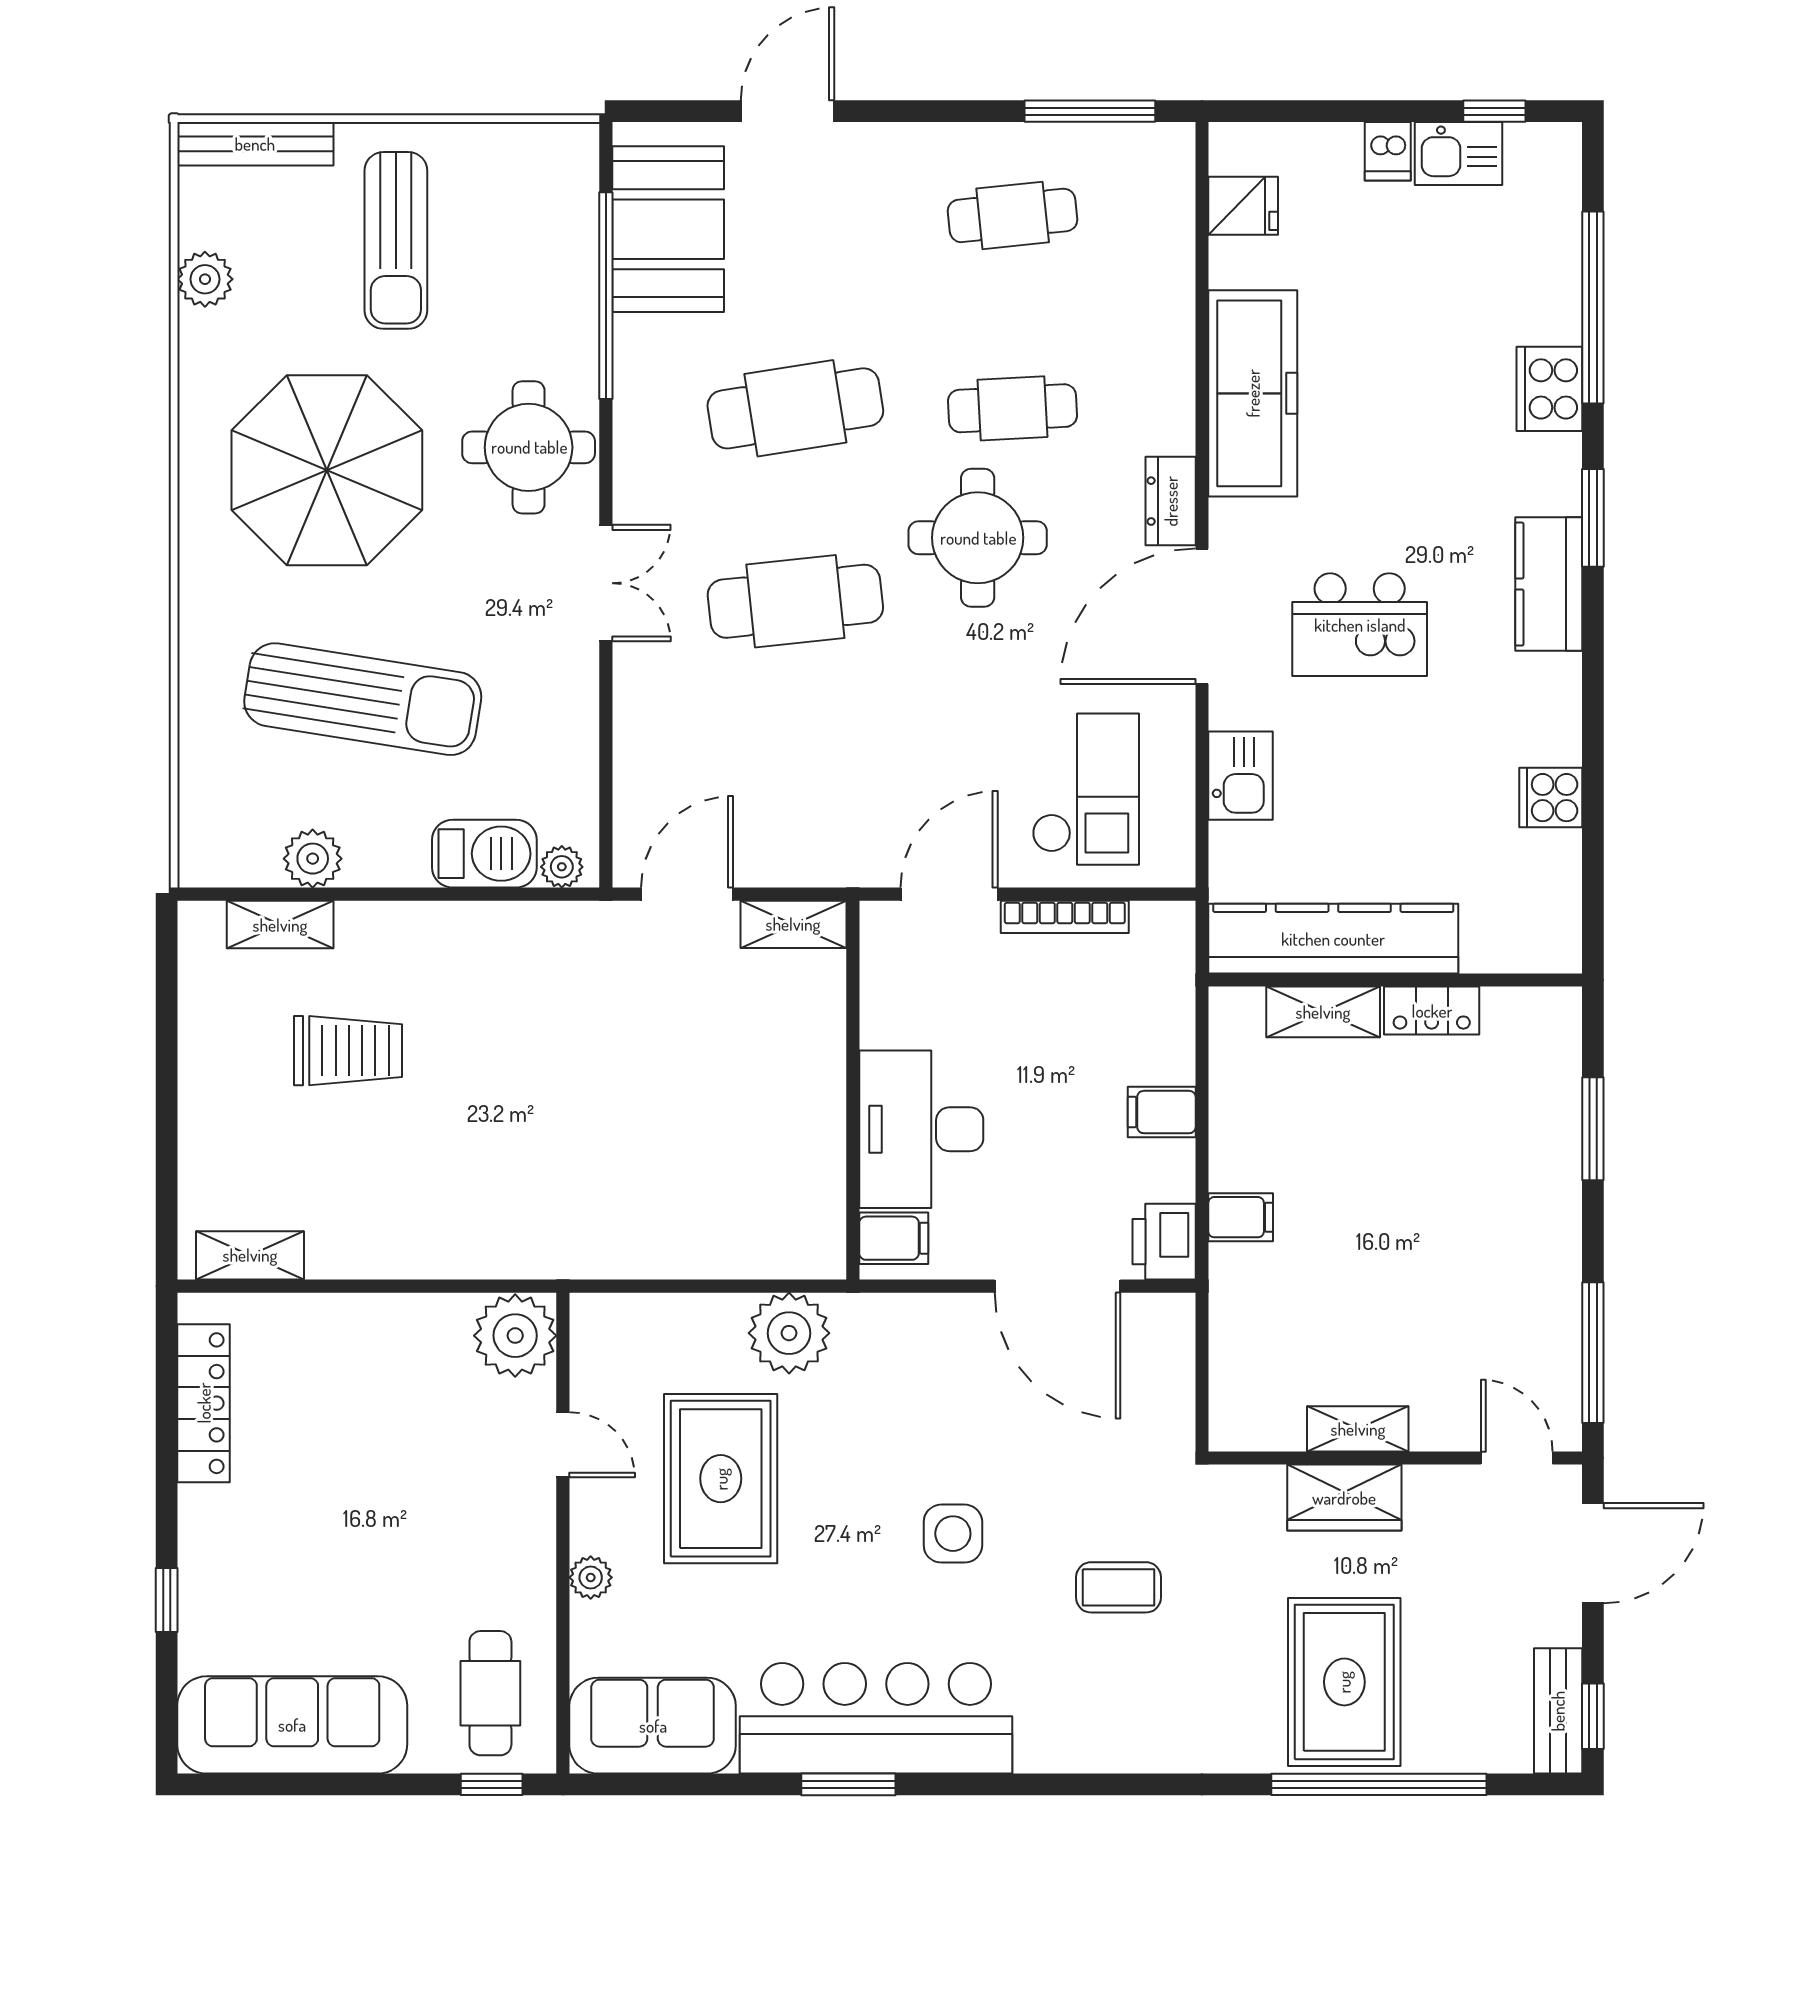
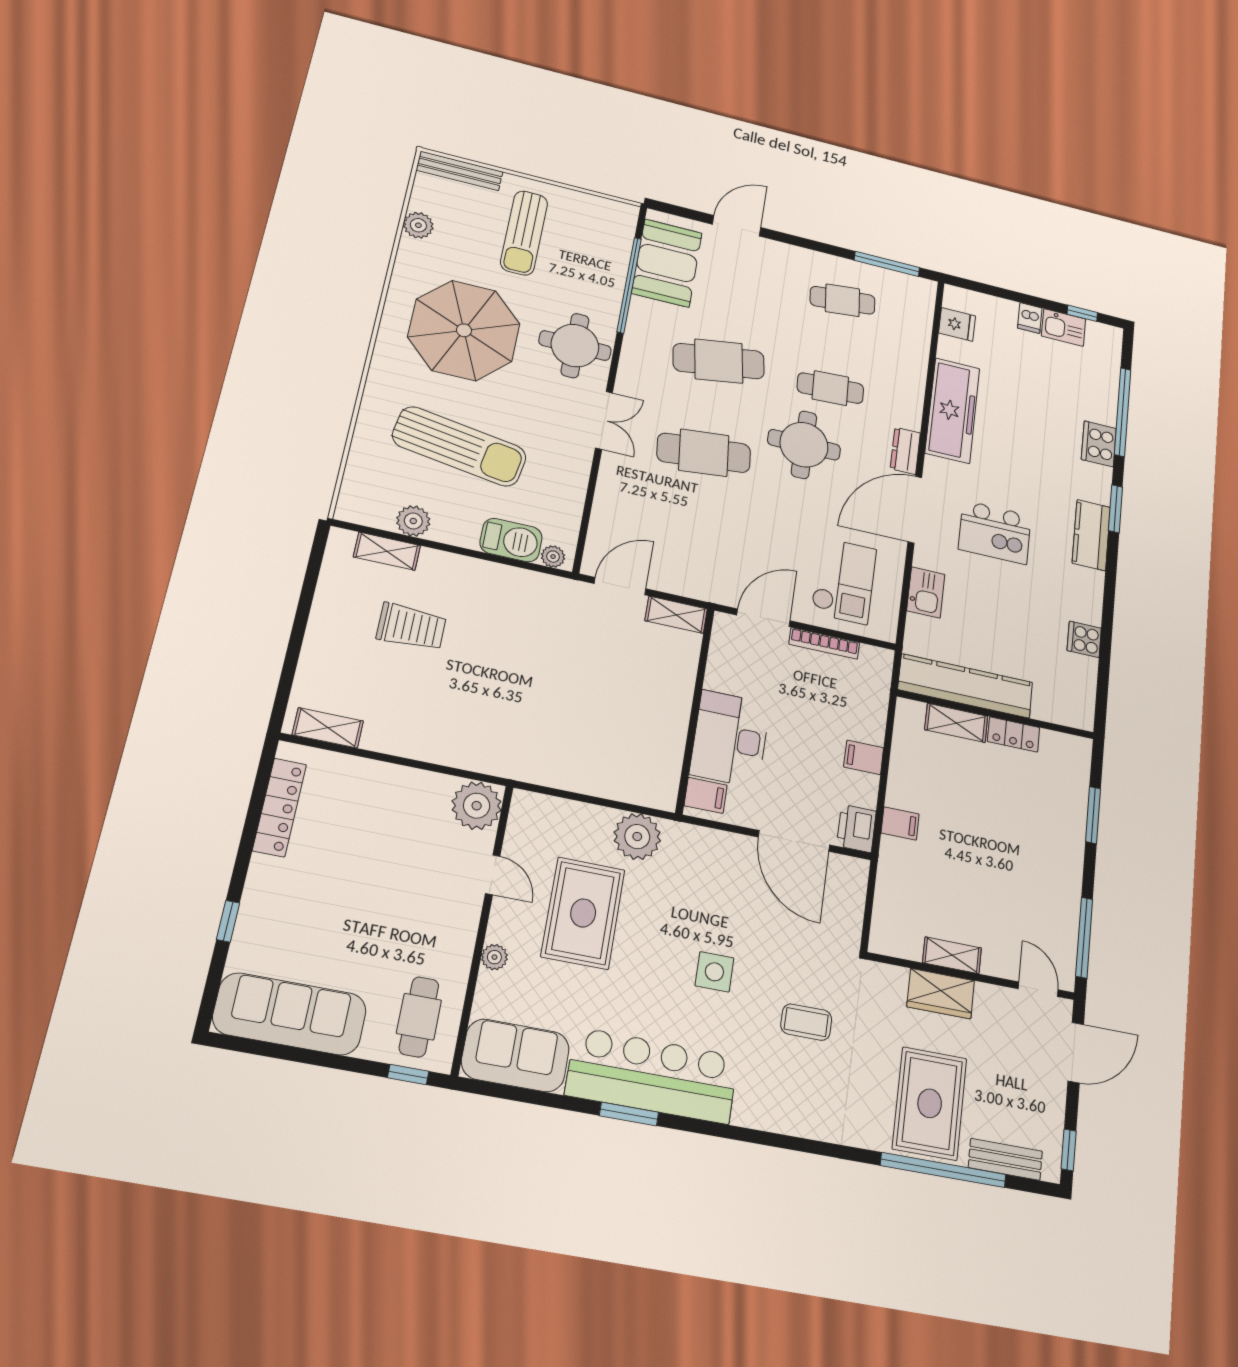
bench: (1558, 1711) -> (1005, 1159), moved, turned 90

